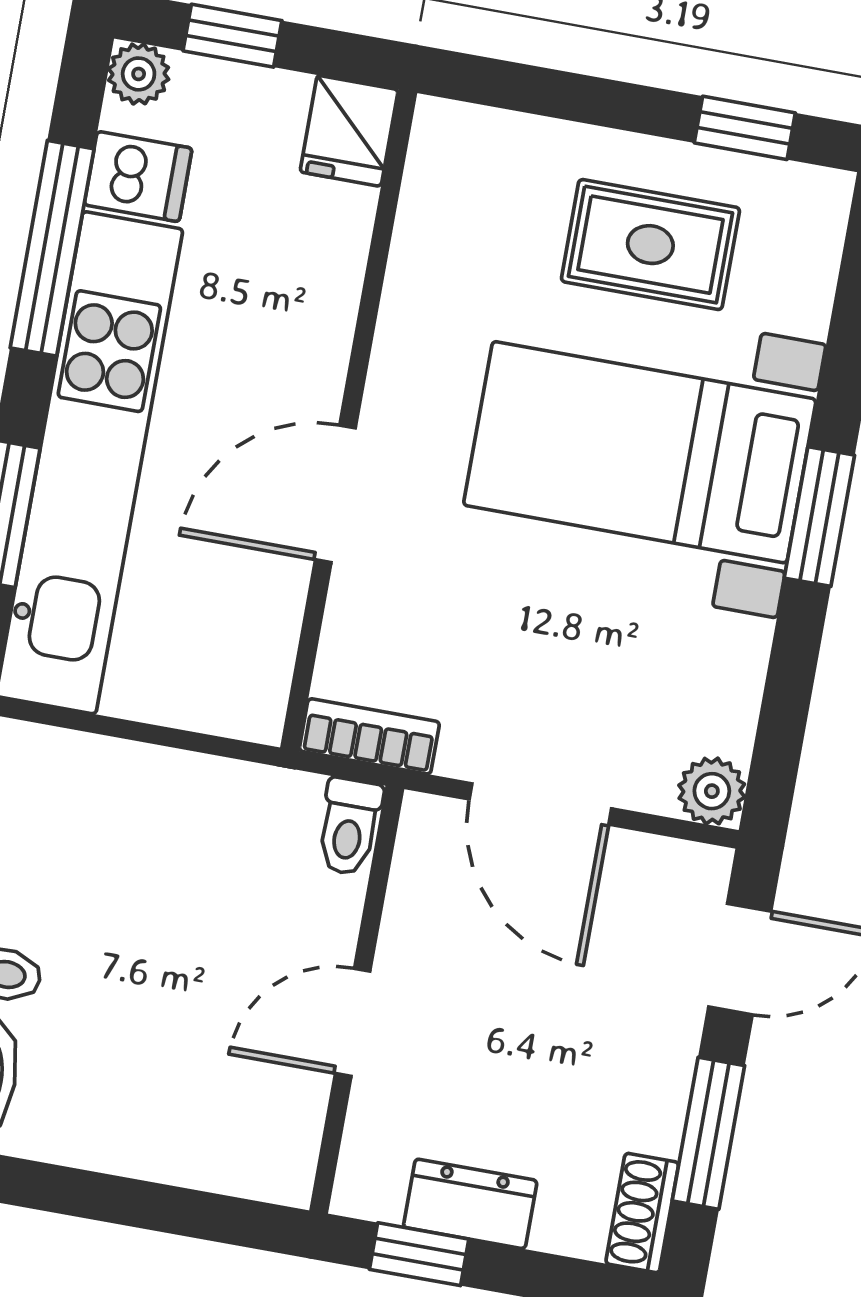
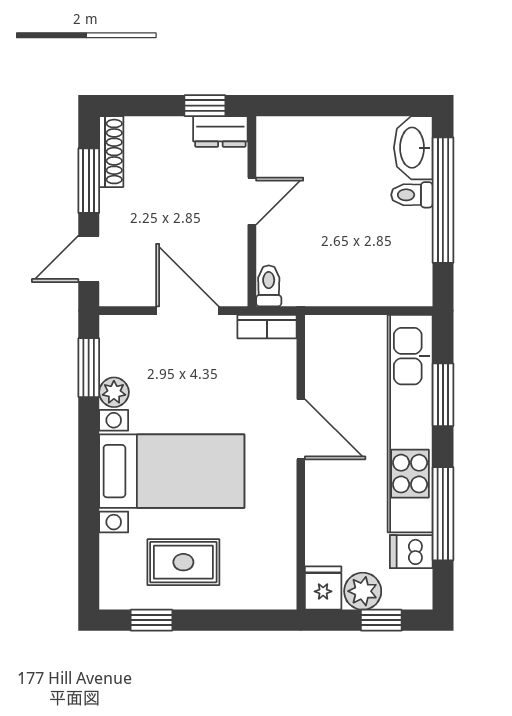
plant: (139, 74) -> (363, 591), moved, width x1.38, depth x1.38
door: (335, 494) -> (301, 429), hinge flipped
window: (819, 517) -> (89, 368), moved
plant: (712, 791) -> (114, 392), moved
dresser: (470, 1204) -> (220, 131), moved
shoe rack: (642, 1213) -> (111, 152), width x1.43

